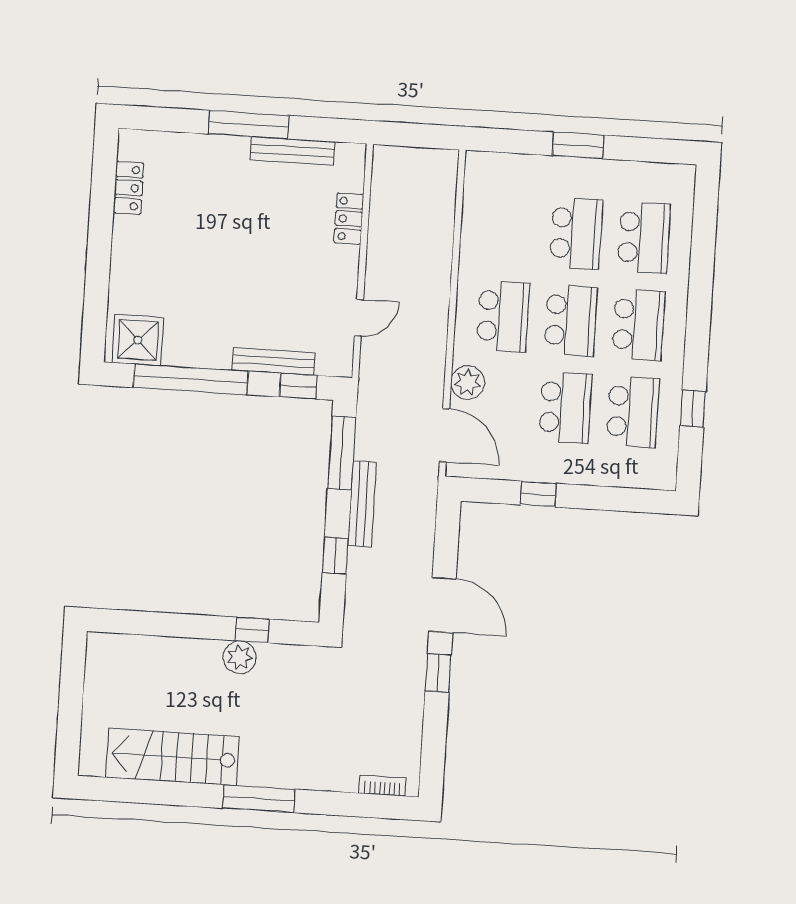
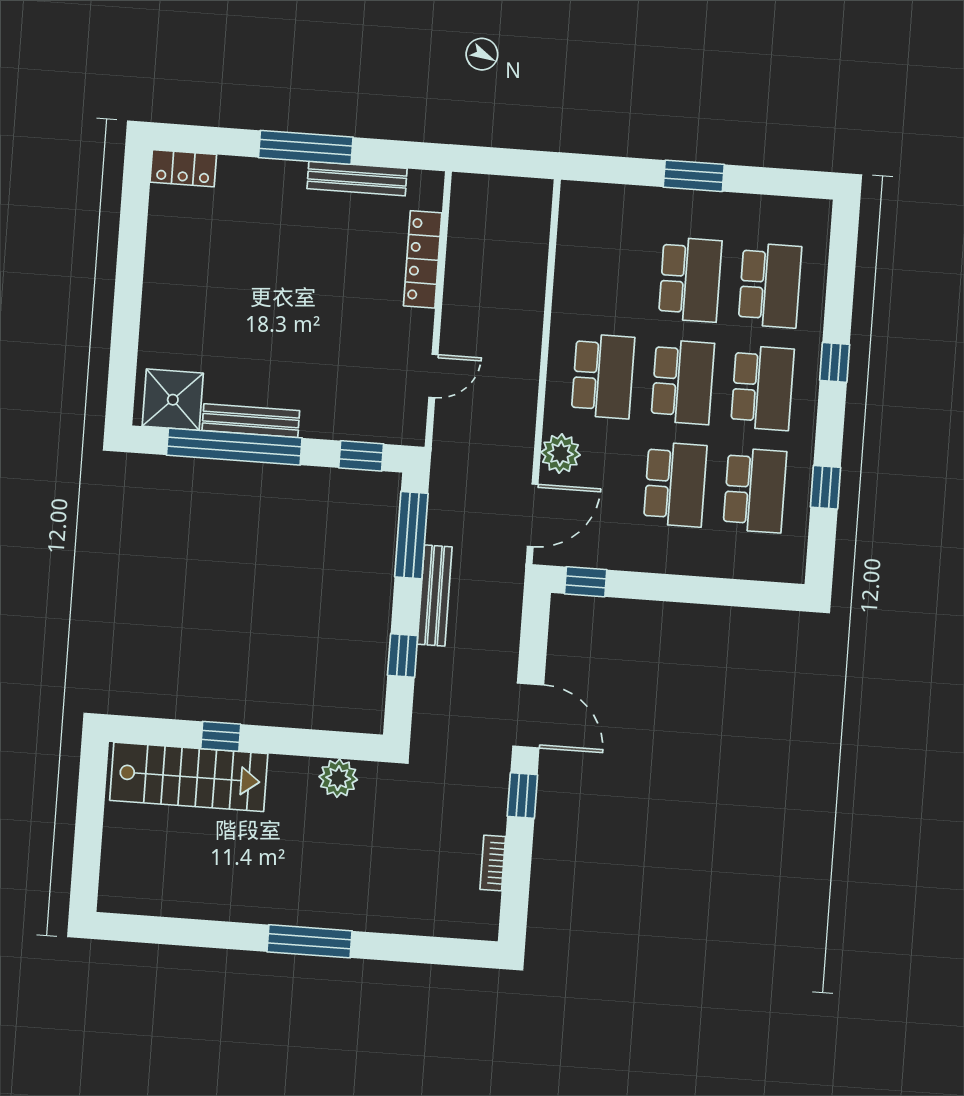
locker: (128, 188) -> (183, 168), moved, turned 90
locker: (349, 219) -> (423, 259), width x1.53
window: (700, 302) -> (835, 362), added
bench: (273, 362) -> (251, 421), moved
door: (444, 435) -> (533, 515), hinge flipped
window: (538, 494) -> (586, 582), moved
window: (252, 630) -> (221, 736), moved
plant: (240, 657) -> (338, 778), moved
stairs: (172, 757) -> (189, 777), moved, turned 180
bookcase: (382, 786) -> (493, 863), moved, turned -90

